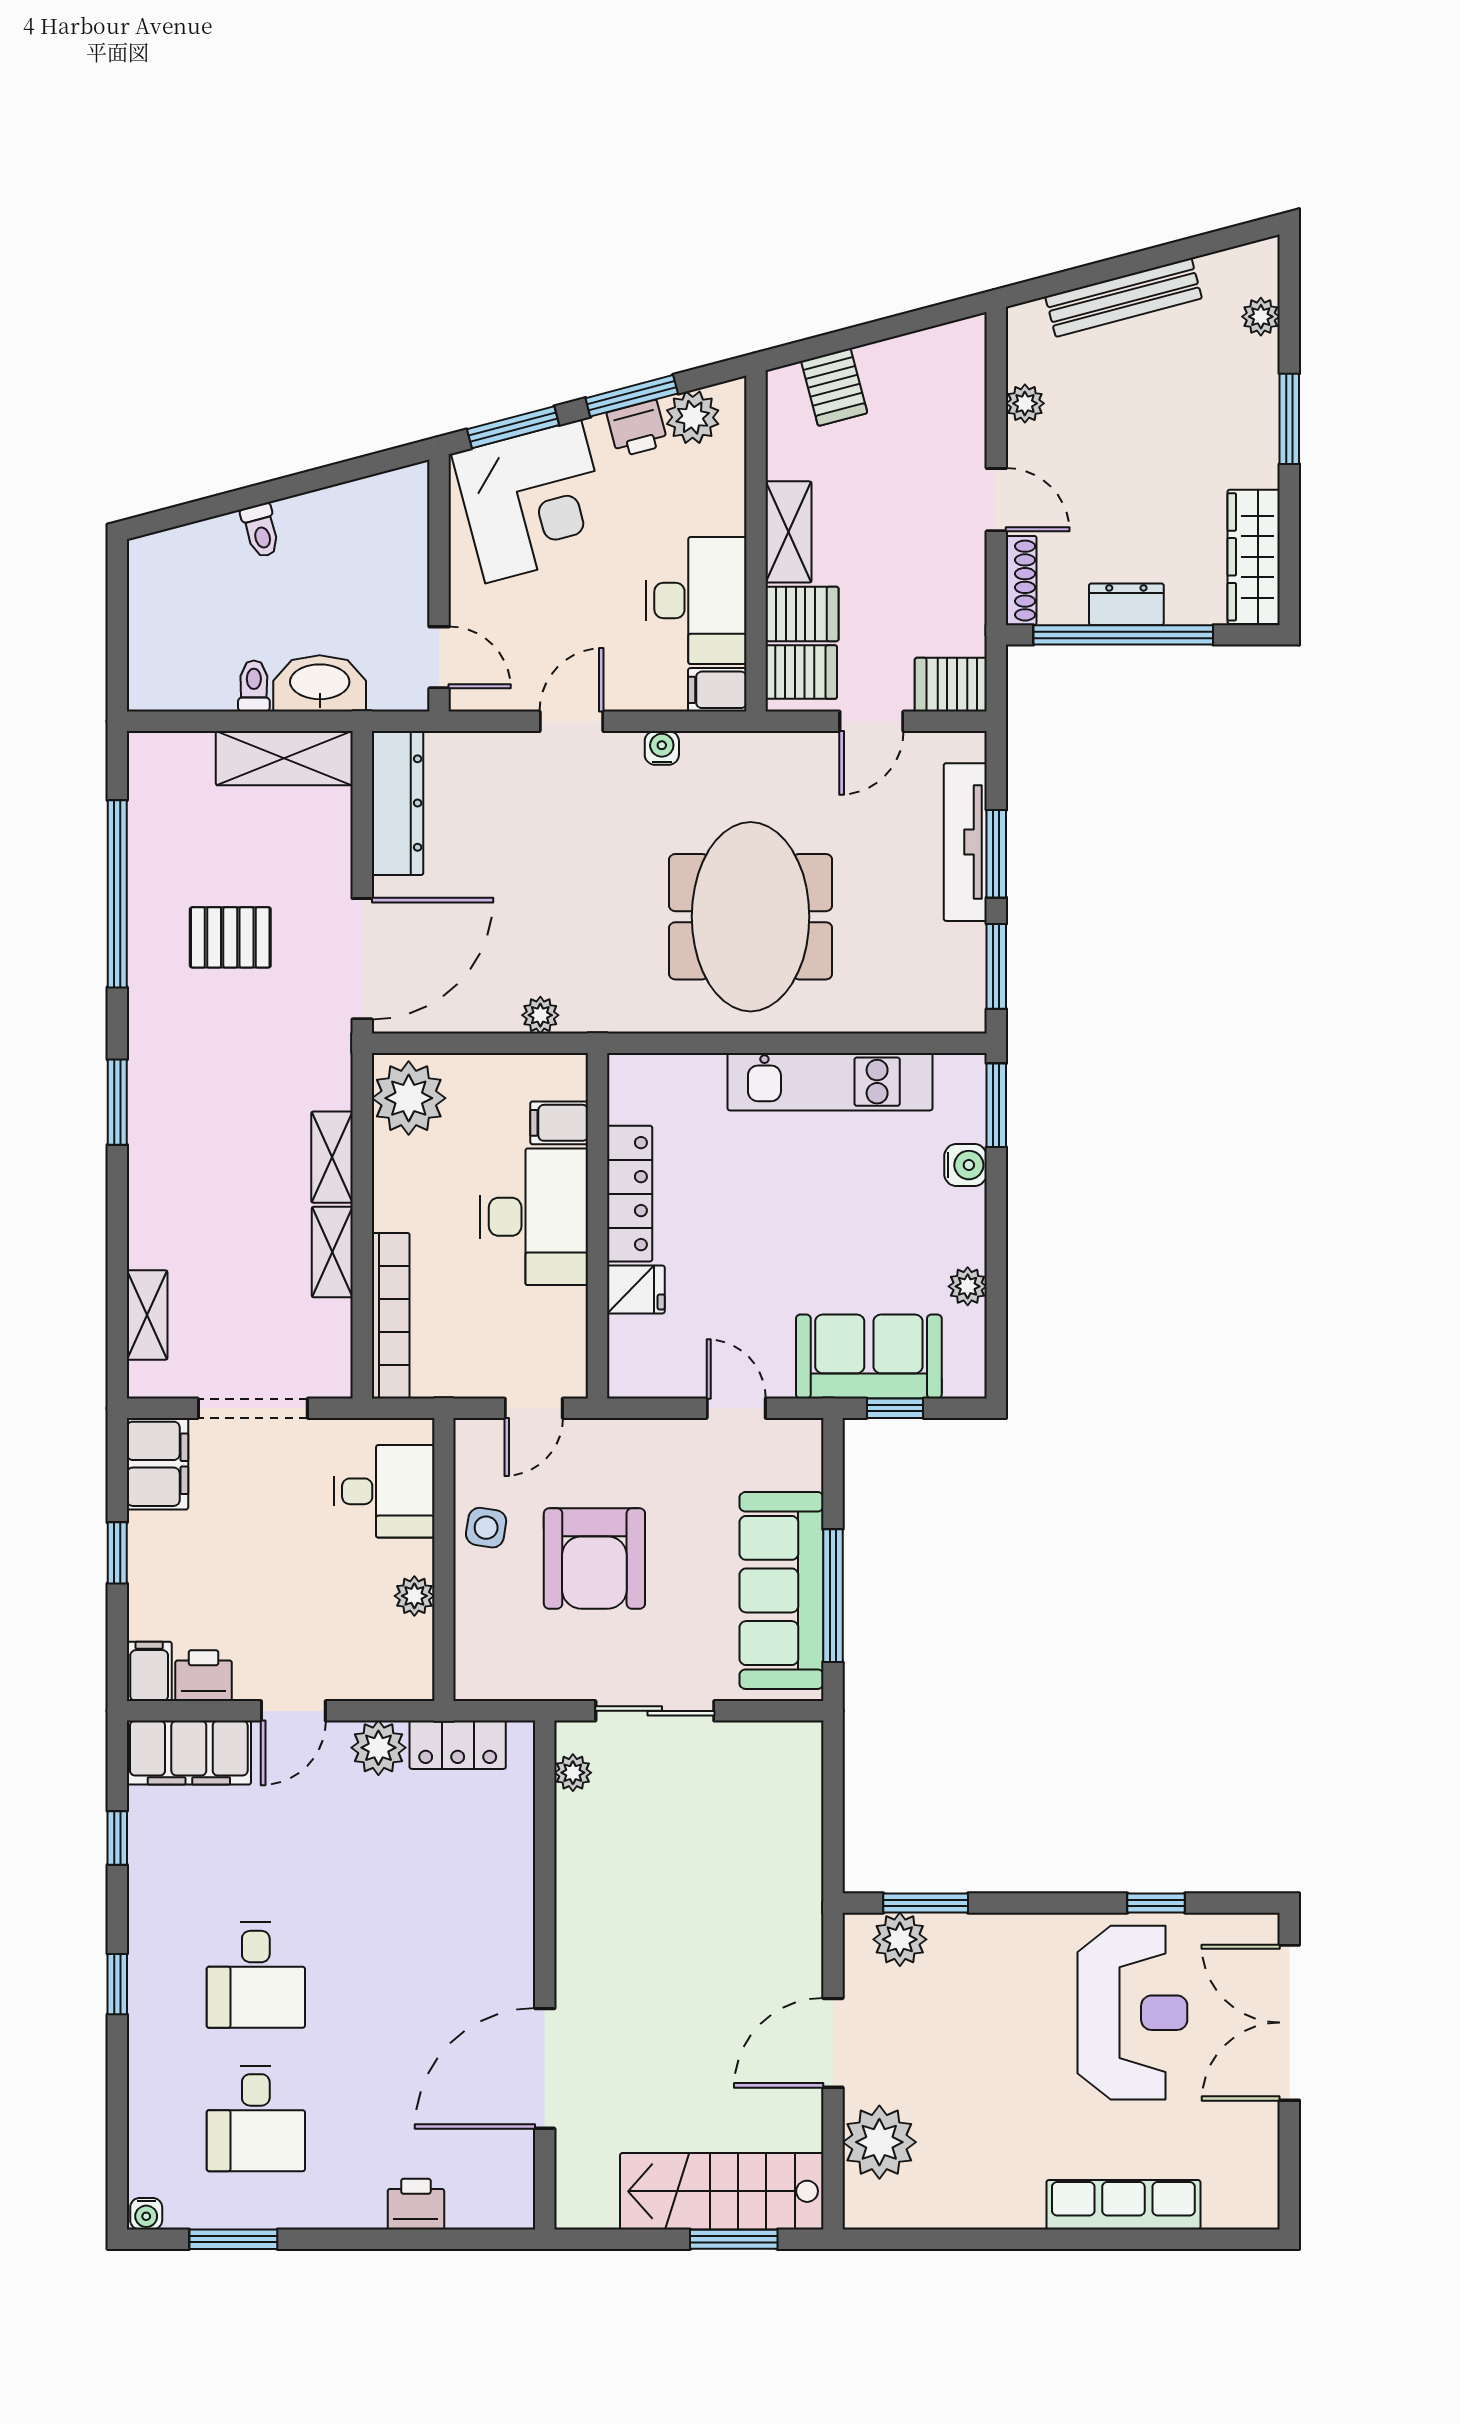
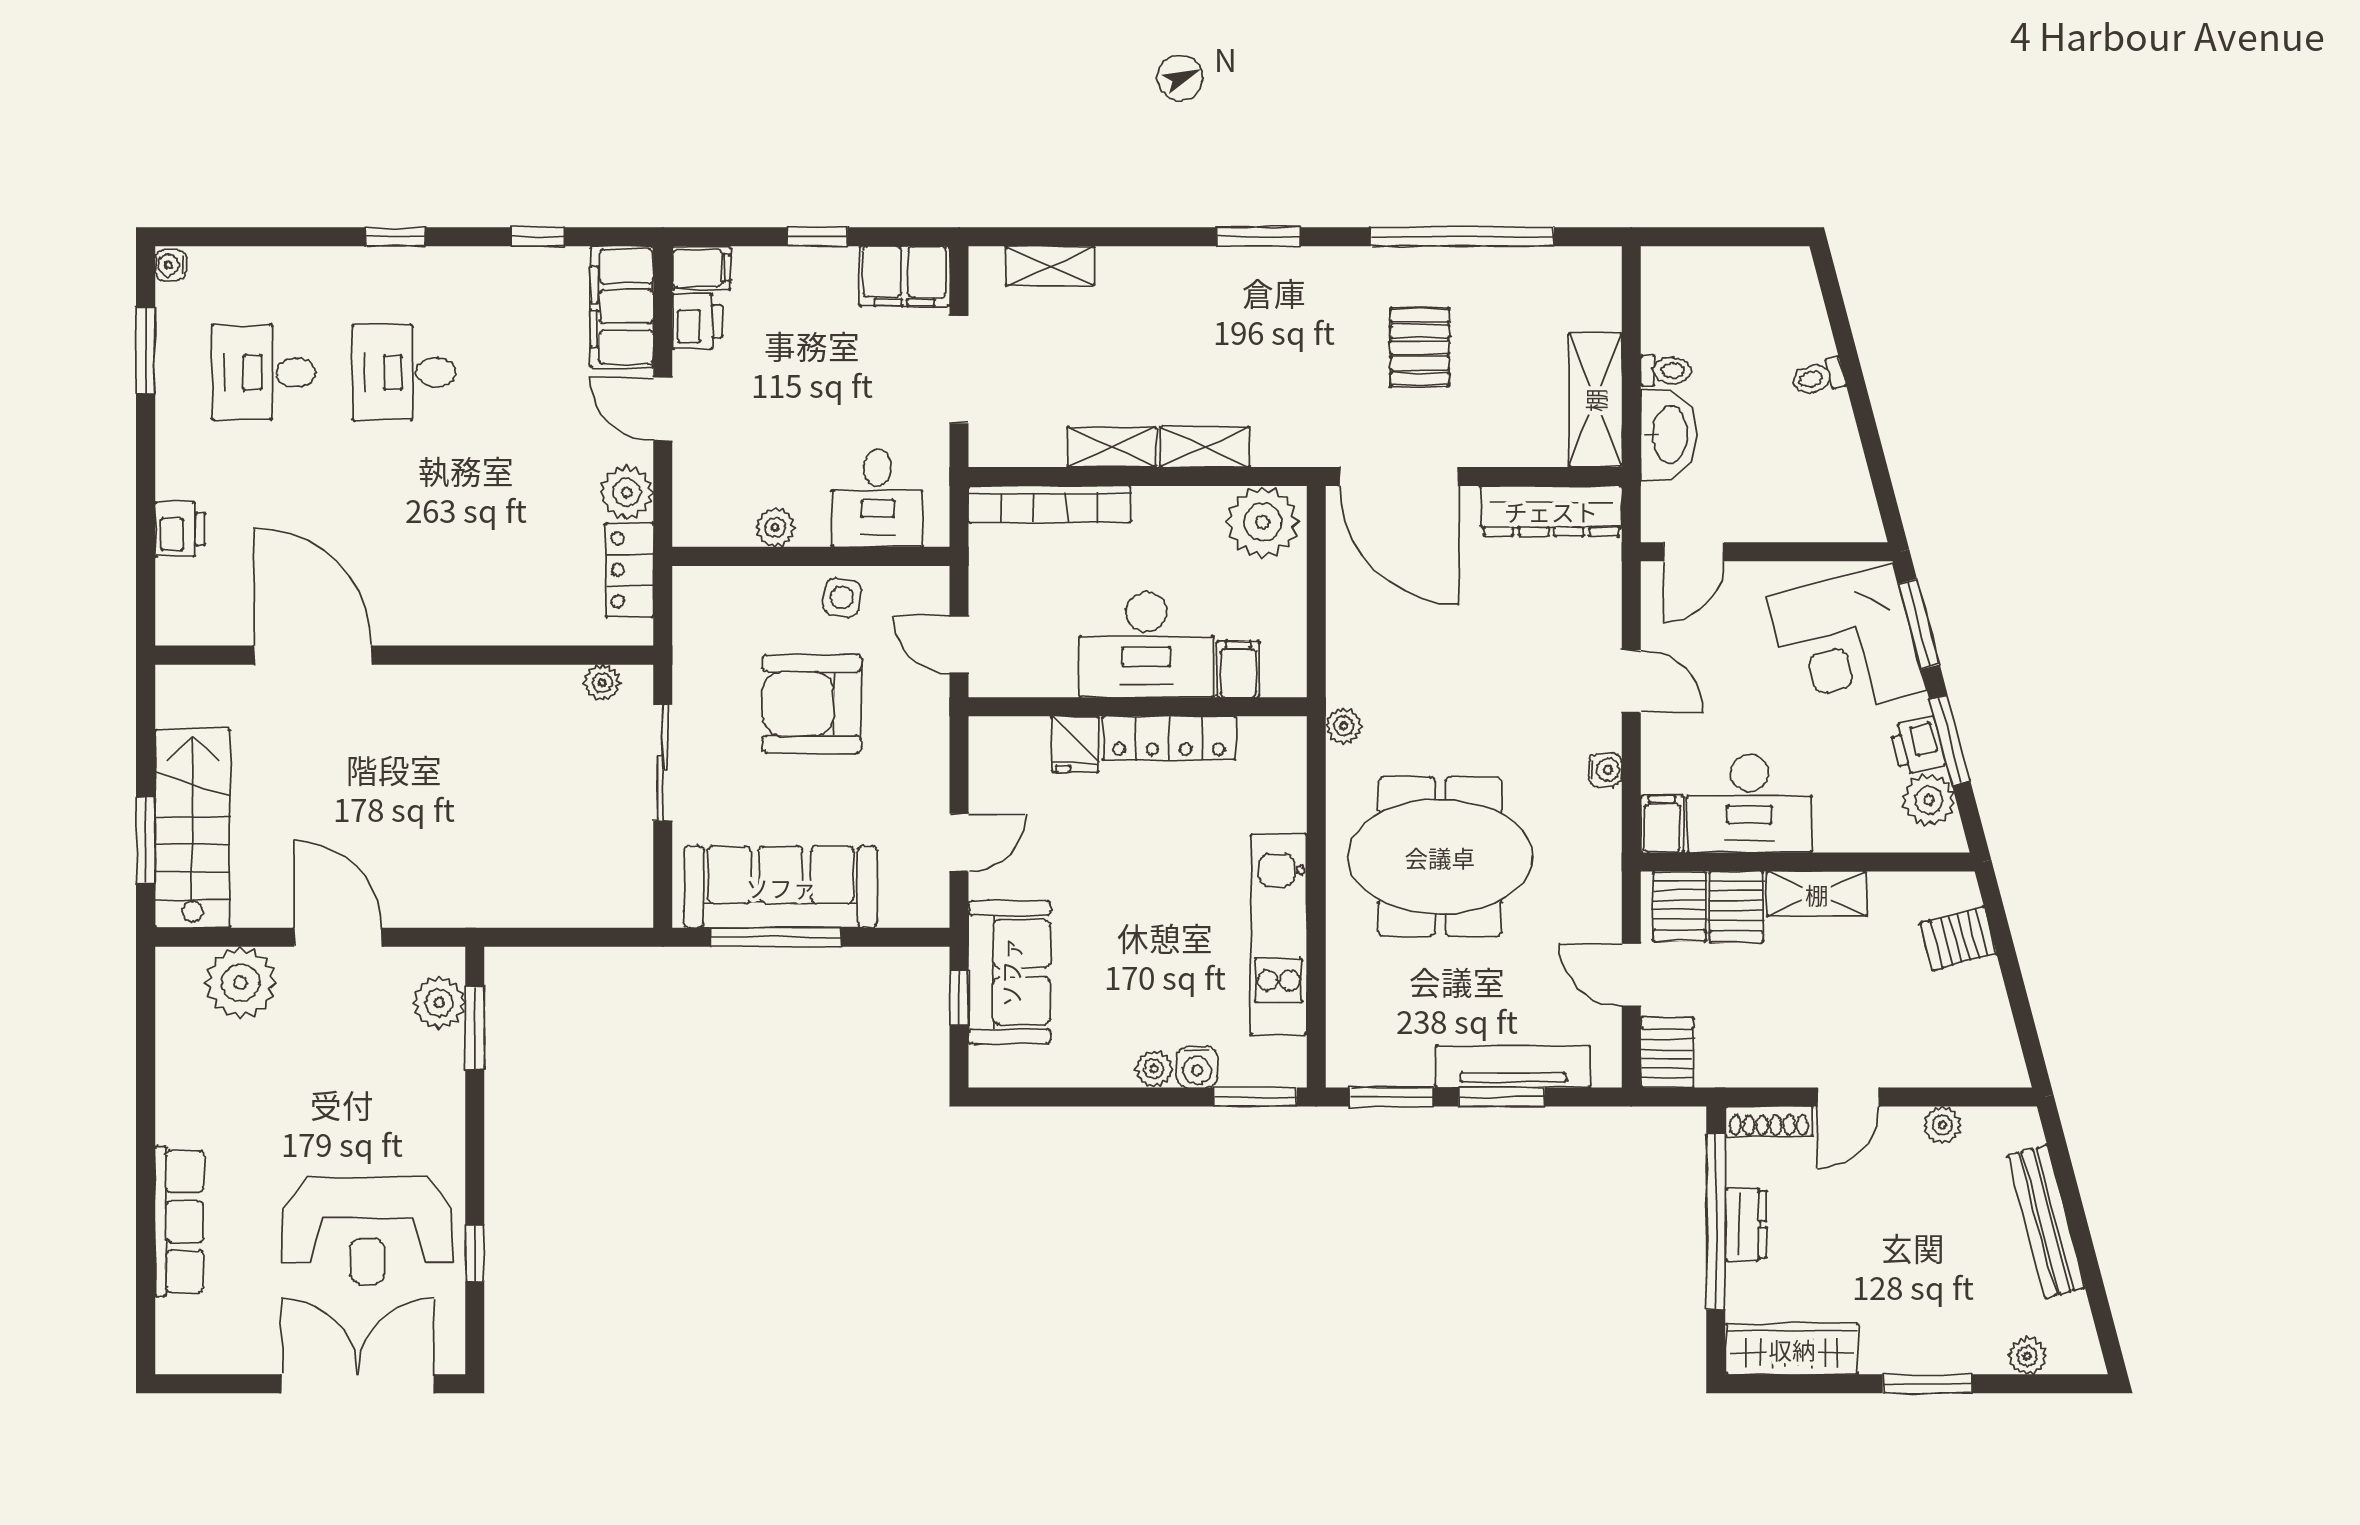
plant: (540, 1015) -> (1344, 726), moved
plant: (968, 1286) -> (1154, 1069), moved

